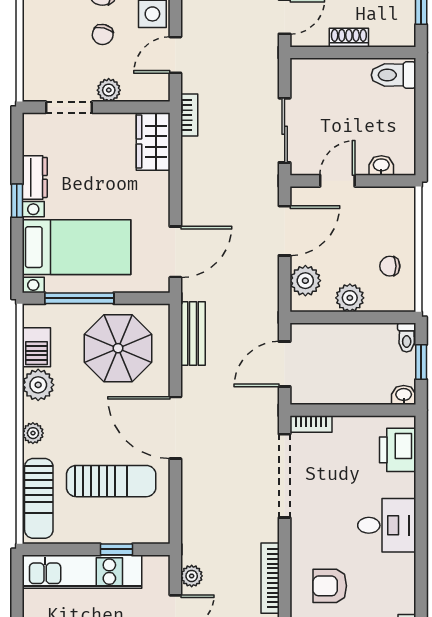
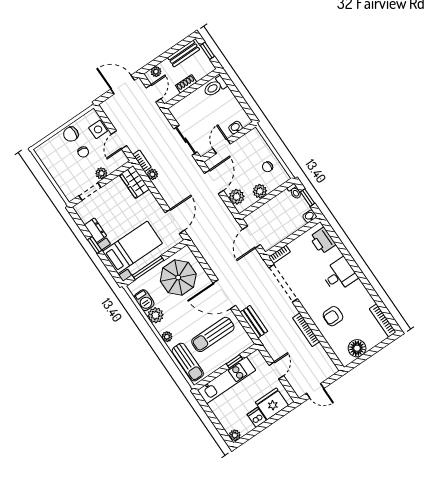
bench: (193, 334) -> (254, 322), moved
sun lounger: (111, 481) -> (213, 334), turned 180
plant: (192, 576) -> (152, 174), moved

